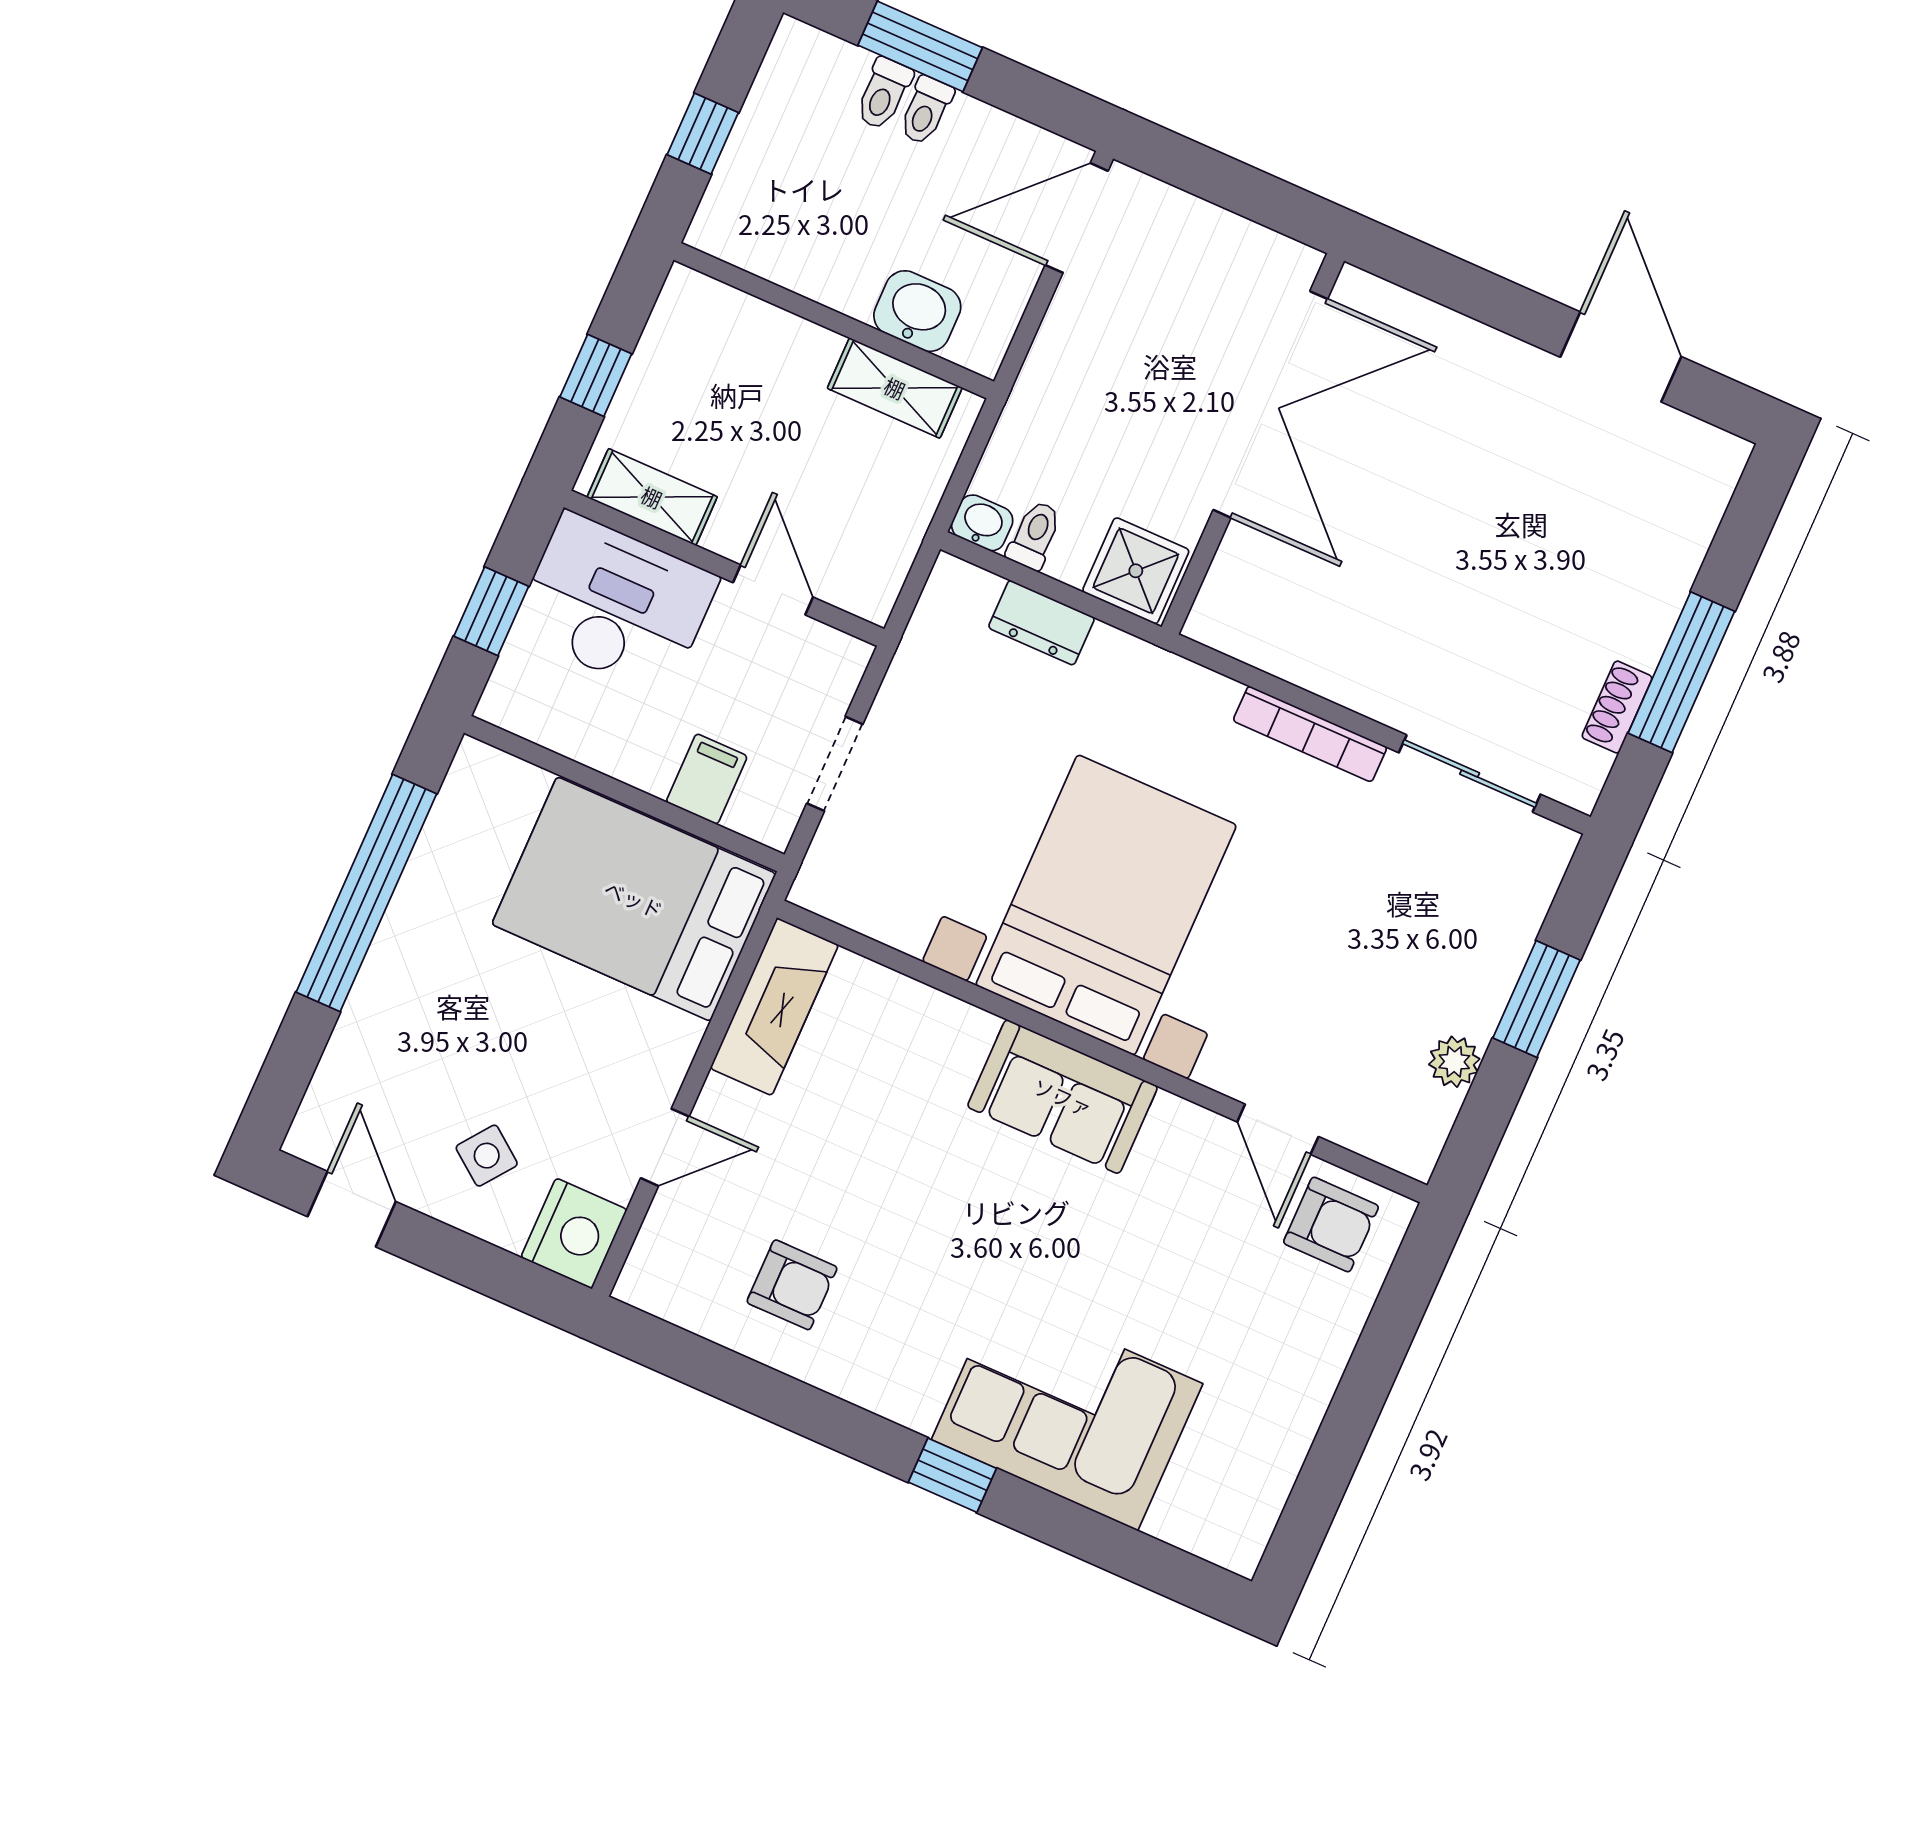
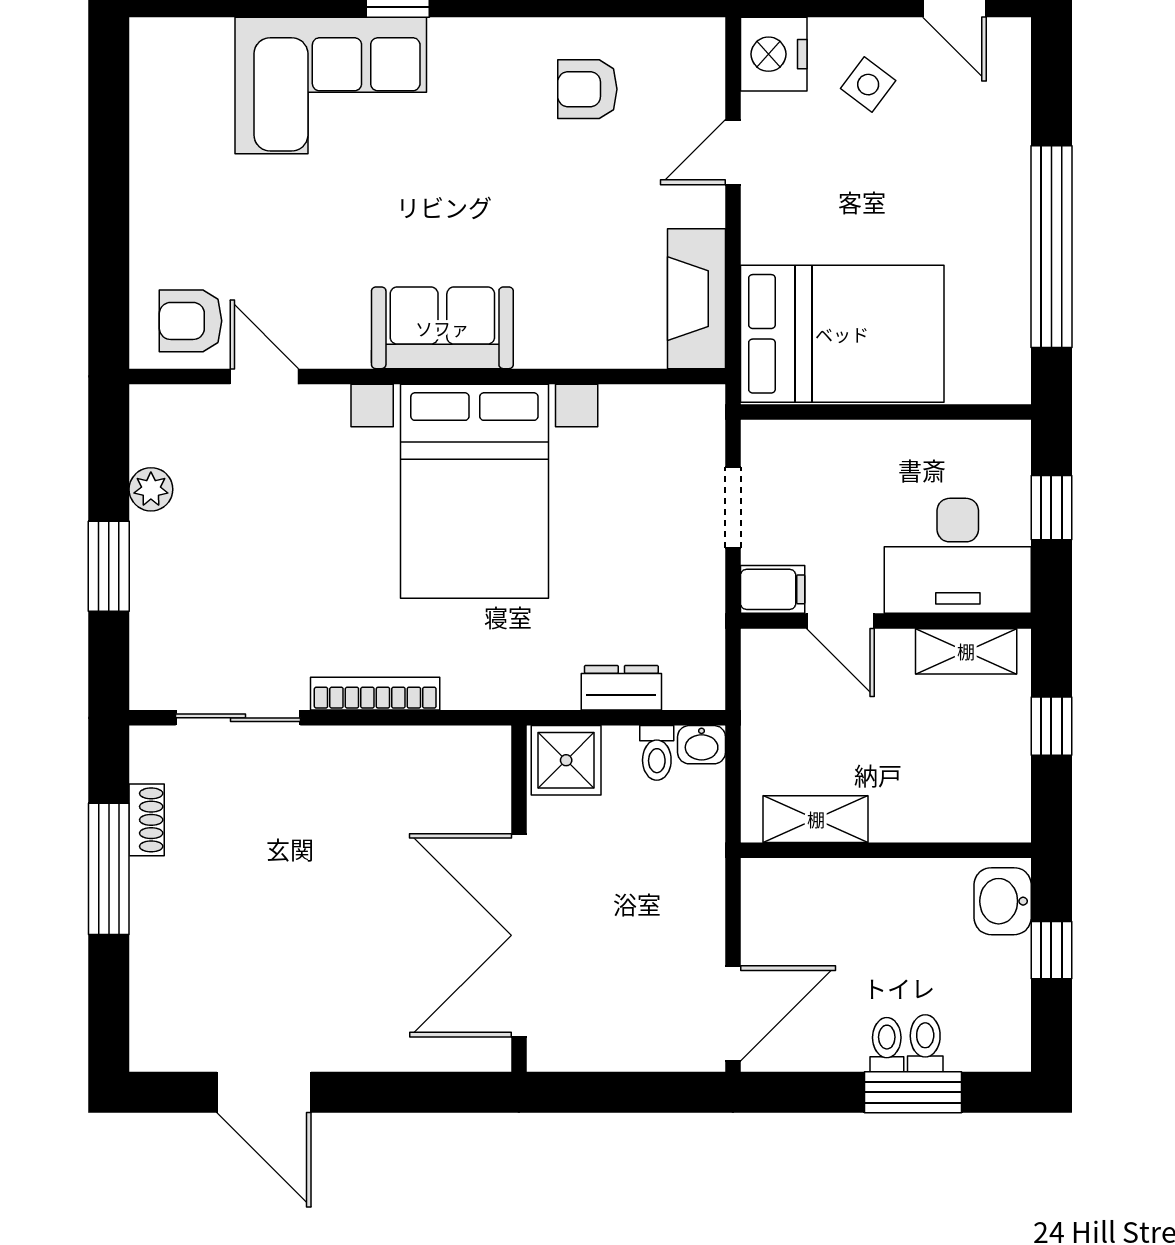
washbasin: (917, 311) -> (1003, 901), moved, turned 90
filing cabinet: (707, 779) -> (773, 589), moved, turned -90

